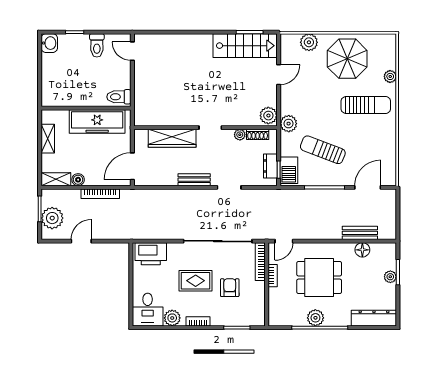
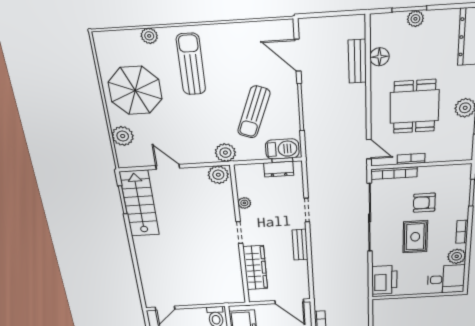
shoe rack: (258, 134) -> (242, 185), removed

